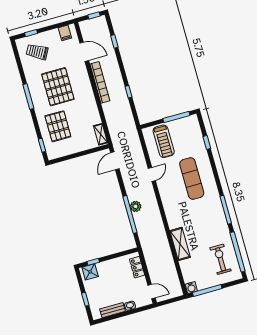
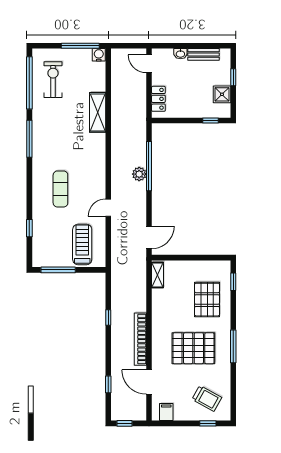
pallet: (58, 87) -> (193, 348), turned 90
exercise mat: (192, 179) -> (60, 189), width x0.73, depth x0.69
exercise bike: (221, 259) -> (53, 80), turned 180
shower: (90, 272) -> (222, 94), moved

